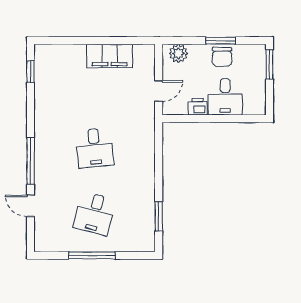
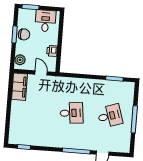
filing cabinet: (110, 56) -> (19, 87), moved
desk: (225, 97) -> (45, 21), moved, turned -90
desk: (95, 214) -> (110, 116), turned -33

